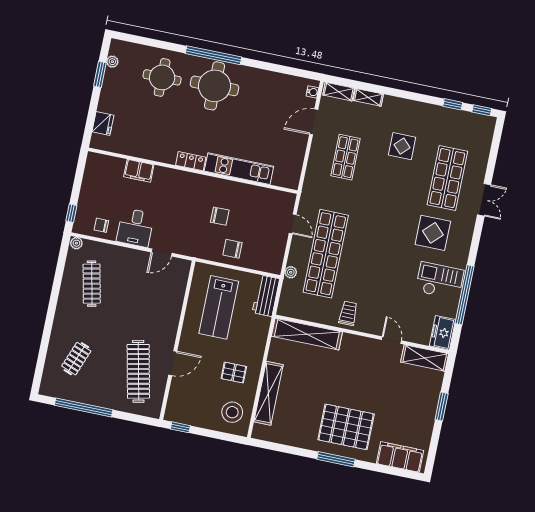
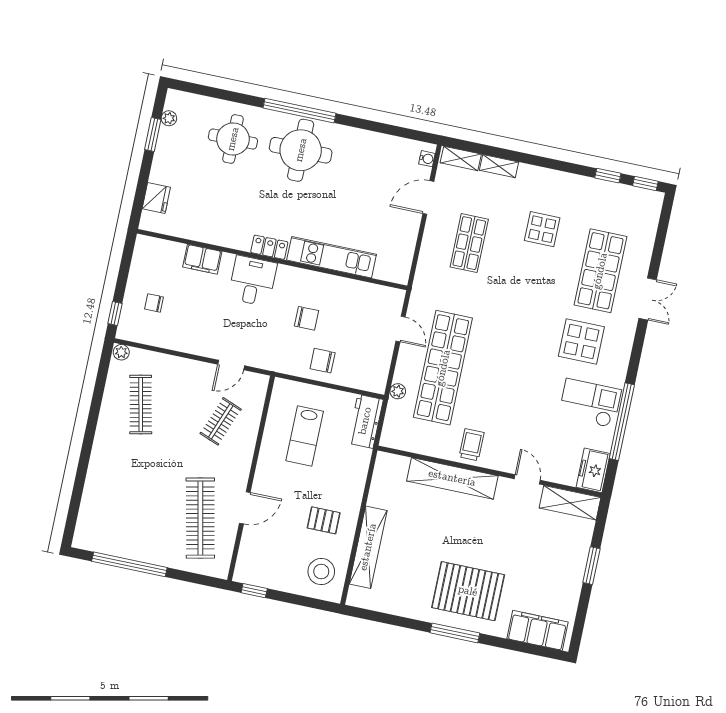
chair: (101, 225) -> (154, 303), moved
desk: (135, 228) -> (252, 281), moved, turned 180
lab bench: (219, 307) -> (305, 436), width x0.73, depth x0.72
shelving: (307, 334) -> (452, 478), moved
clothes rail: (76, 359) -> (221, 421), moved

